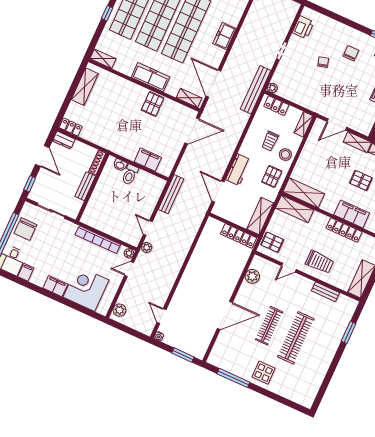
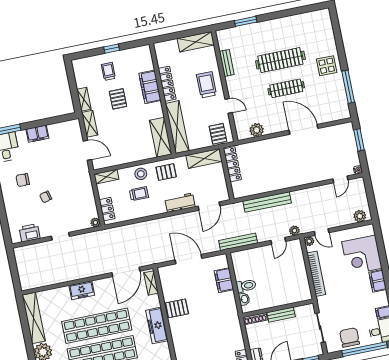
bench: (256, 90) -> (267, 202), moved
door: (192, 131) -> (189, 259), moved
shelving: (295, 209) -> (177, 127), width x1.47
chair: (25, 229) -> (350, 337), turned -90

